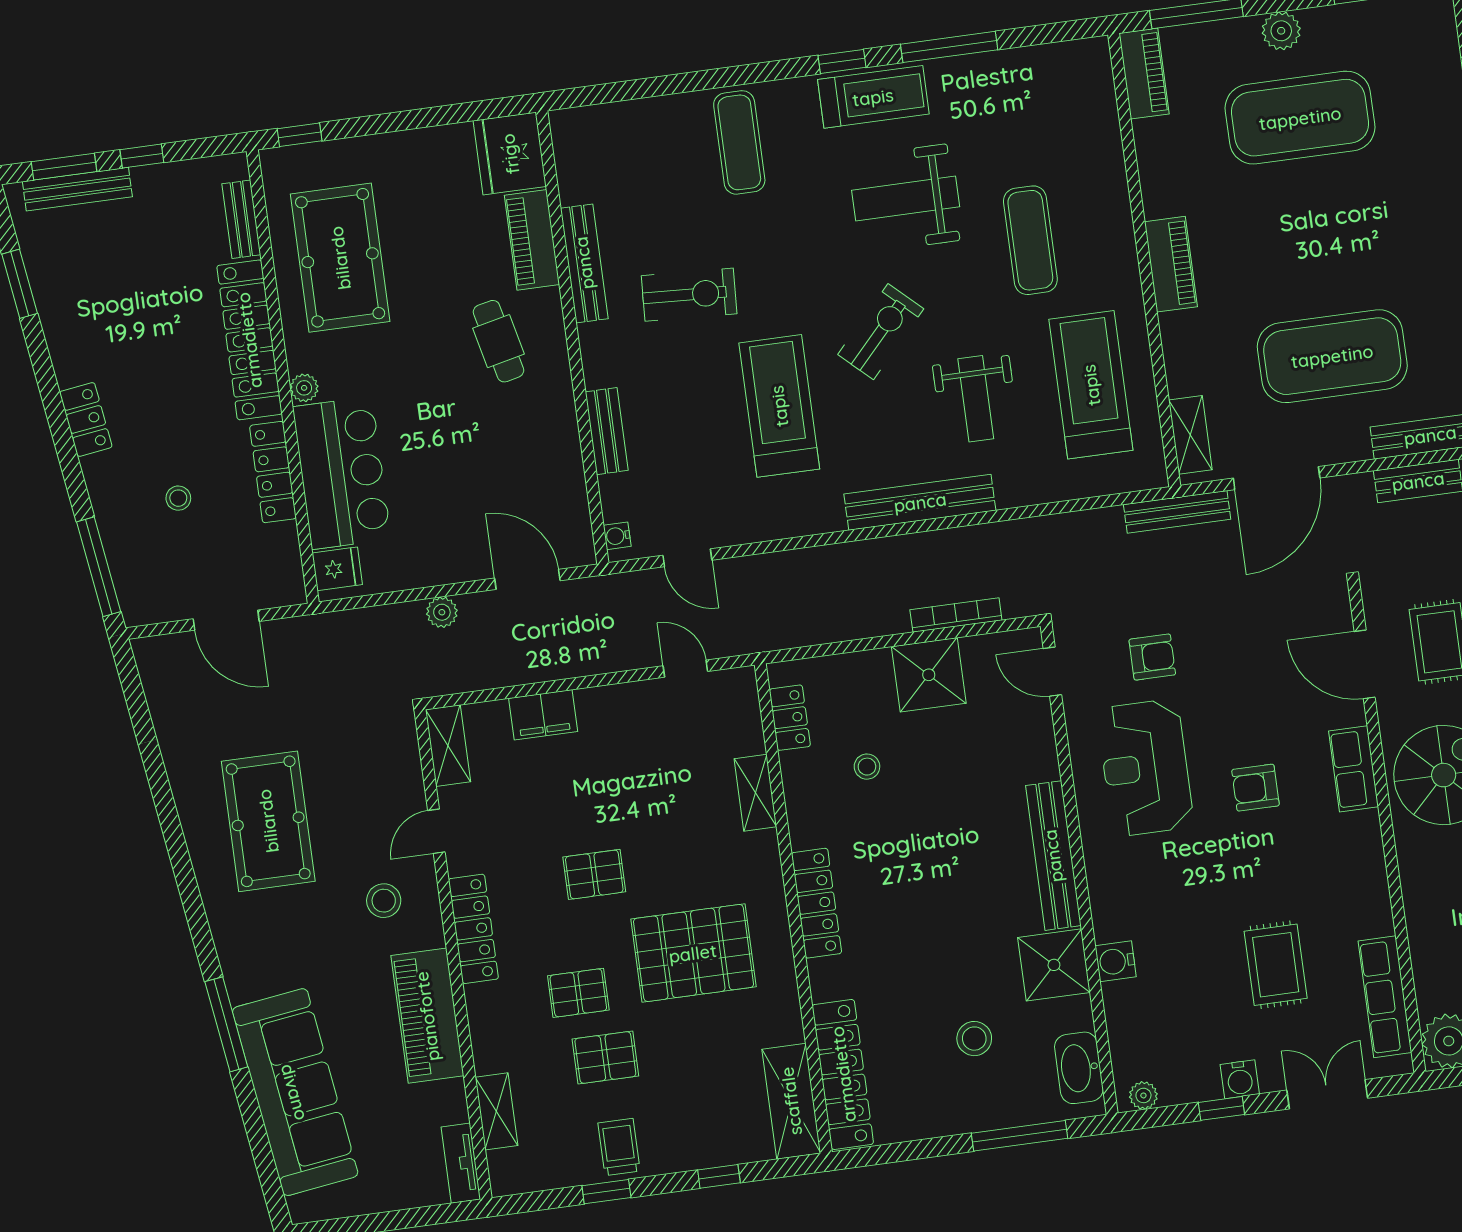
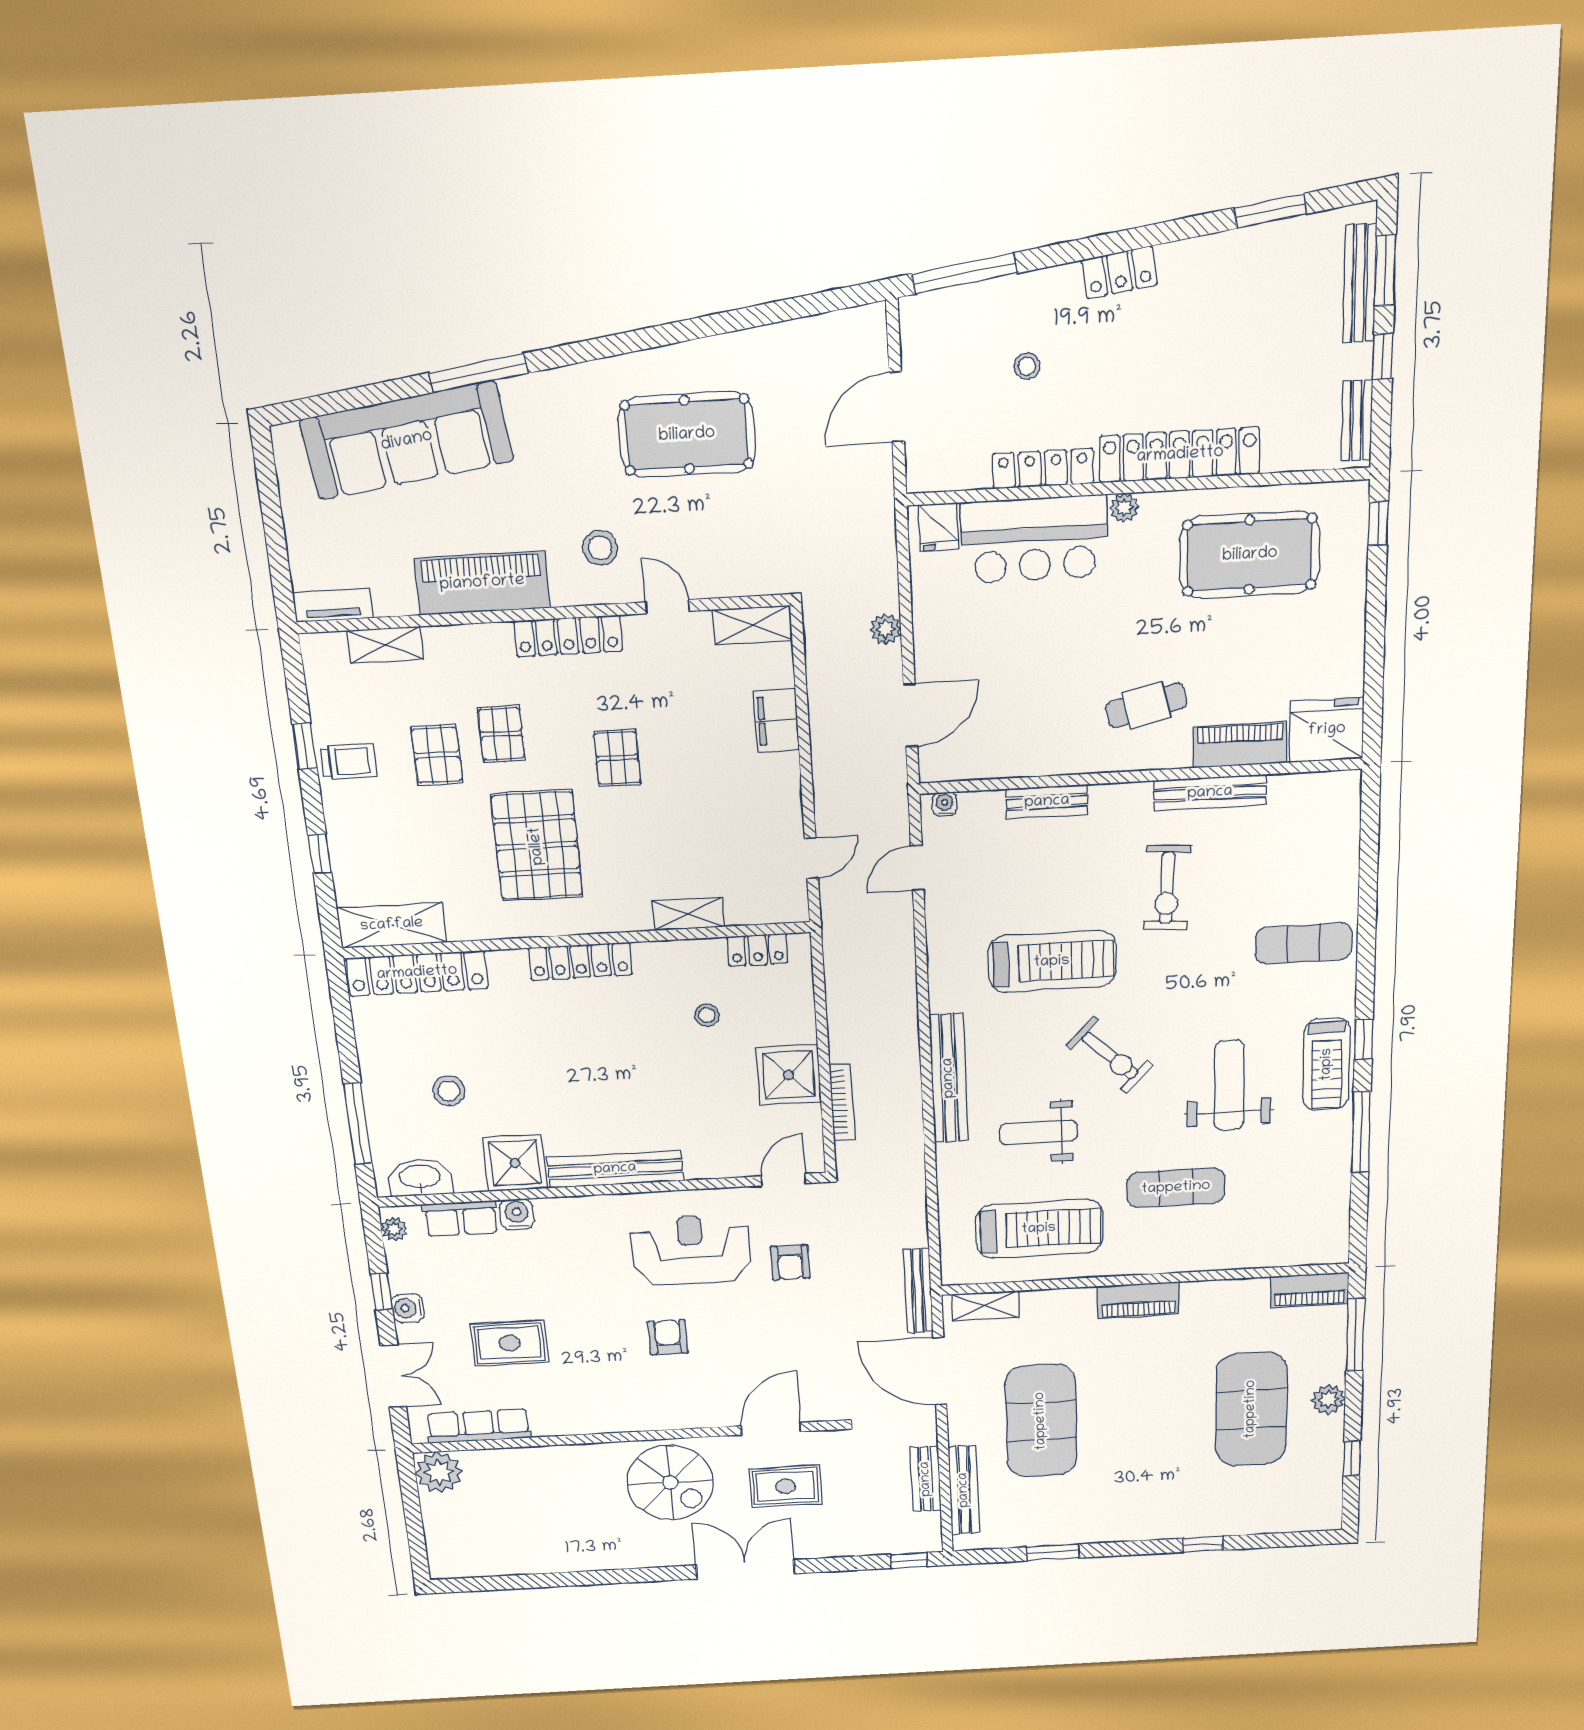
bench: (241, 219) -> (1357, 420), moved, turned 90
row of seats: (1354, 769) -> (460, 1219), moved, turned 180

